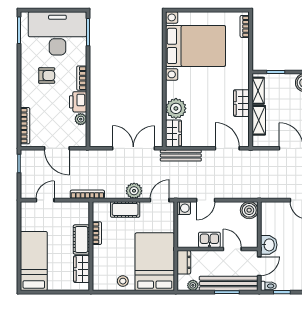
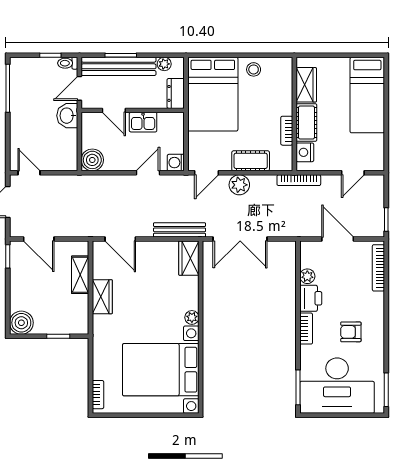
shelving: (258, 91) -> (81, 312), removed
plant: (176, 108) -> (192, 317), moved, width x0.53, depth x0.53
nightstand: (83, 216) -> (305, 152), added

